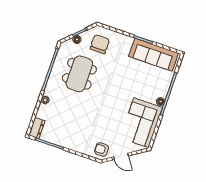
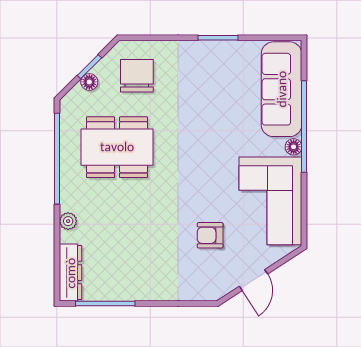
sofa: (154, 55) -> (282, 89), moved, turned 90
dining table: (79, 74) -> (117, 147), turned 90
dresser: (37, 128) -> (71, 273), width x1.44
armchair: (102, 150) -> (210, 235), moved
door: (121, 156) -> (253, 280), hinge flipped

